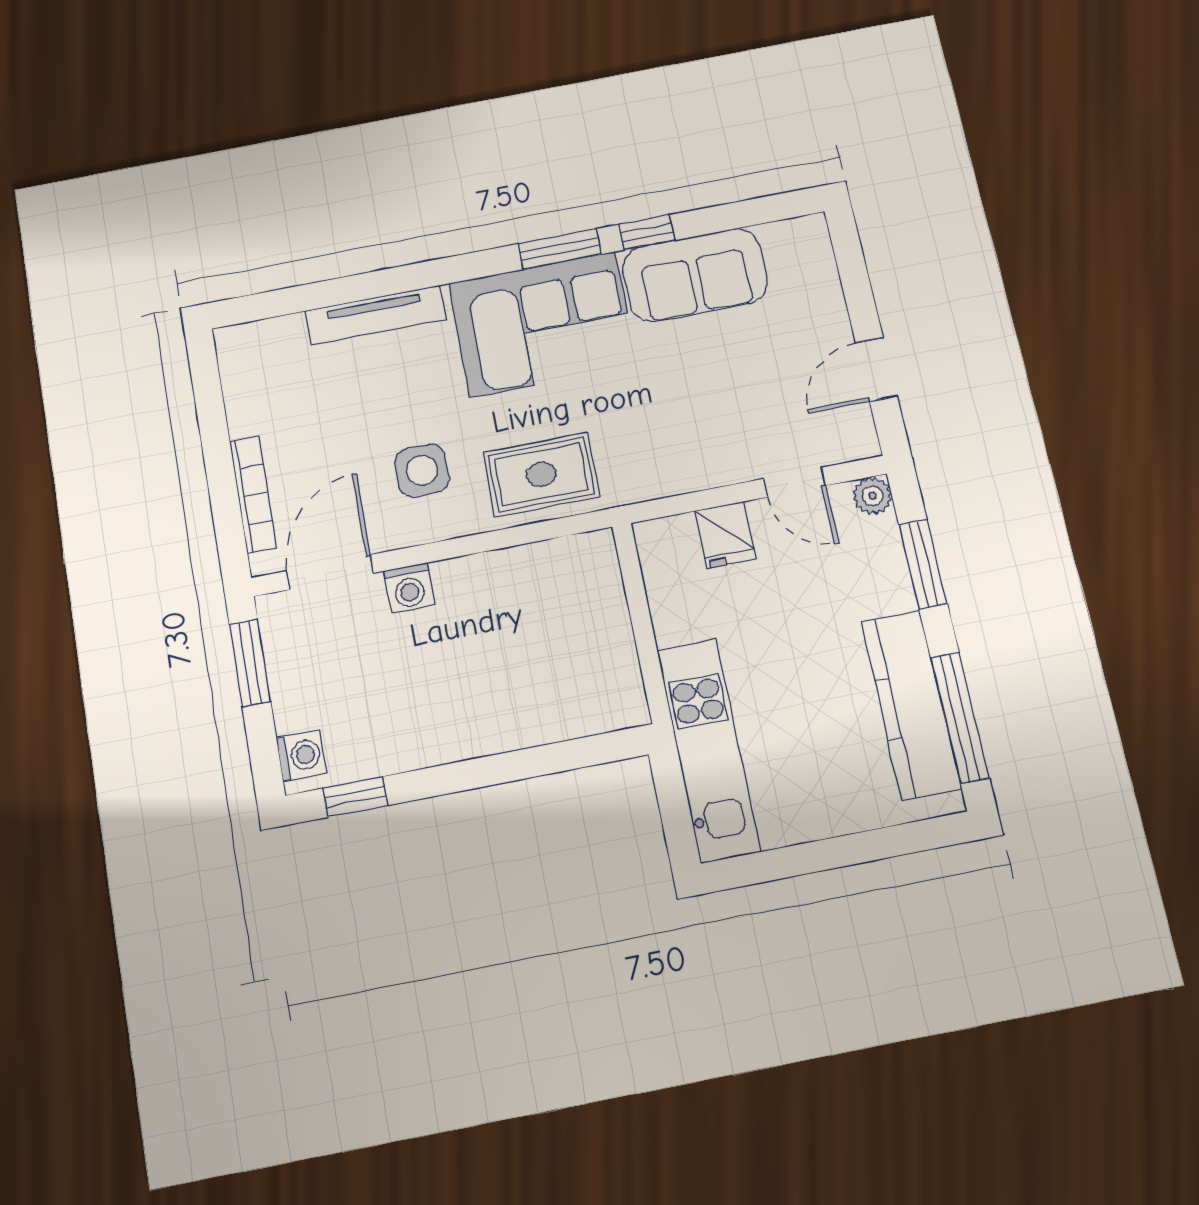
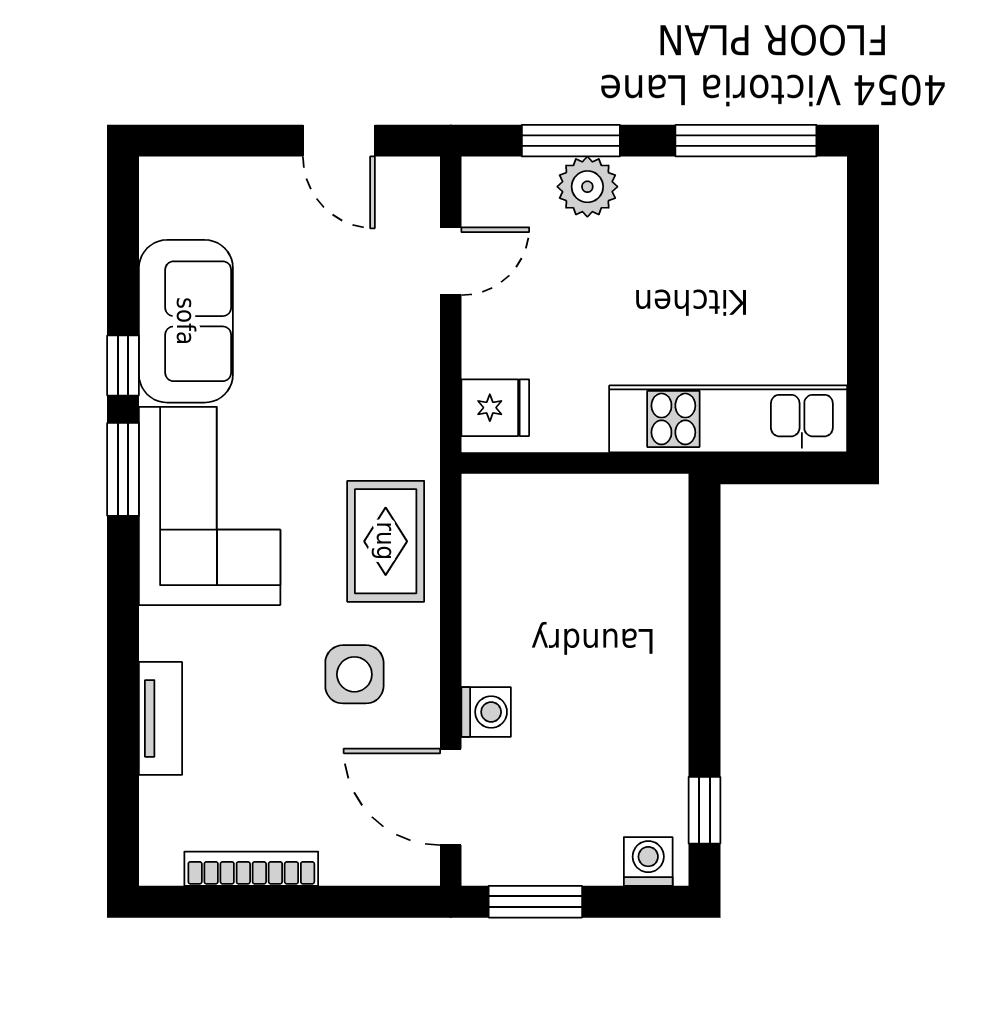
tv unit: (375, 315) -> (160, 718), width x0.71
bookcase: (253, 495) -> (251, 869), moved
plant: (872, 496) -> (587, 187), moved, width x1.38, depth x1.38
fridge: (725, 535) -> (495, 408), moved
kitchen counter: (911, 705) -> (722, 190), removed

